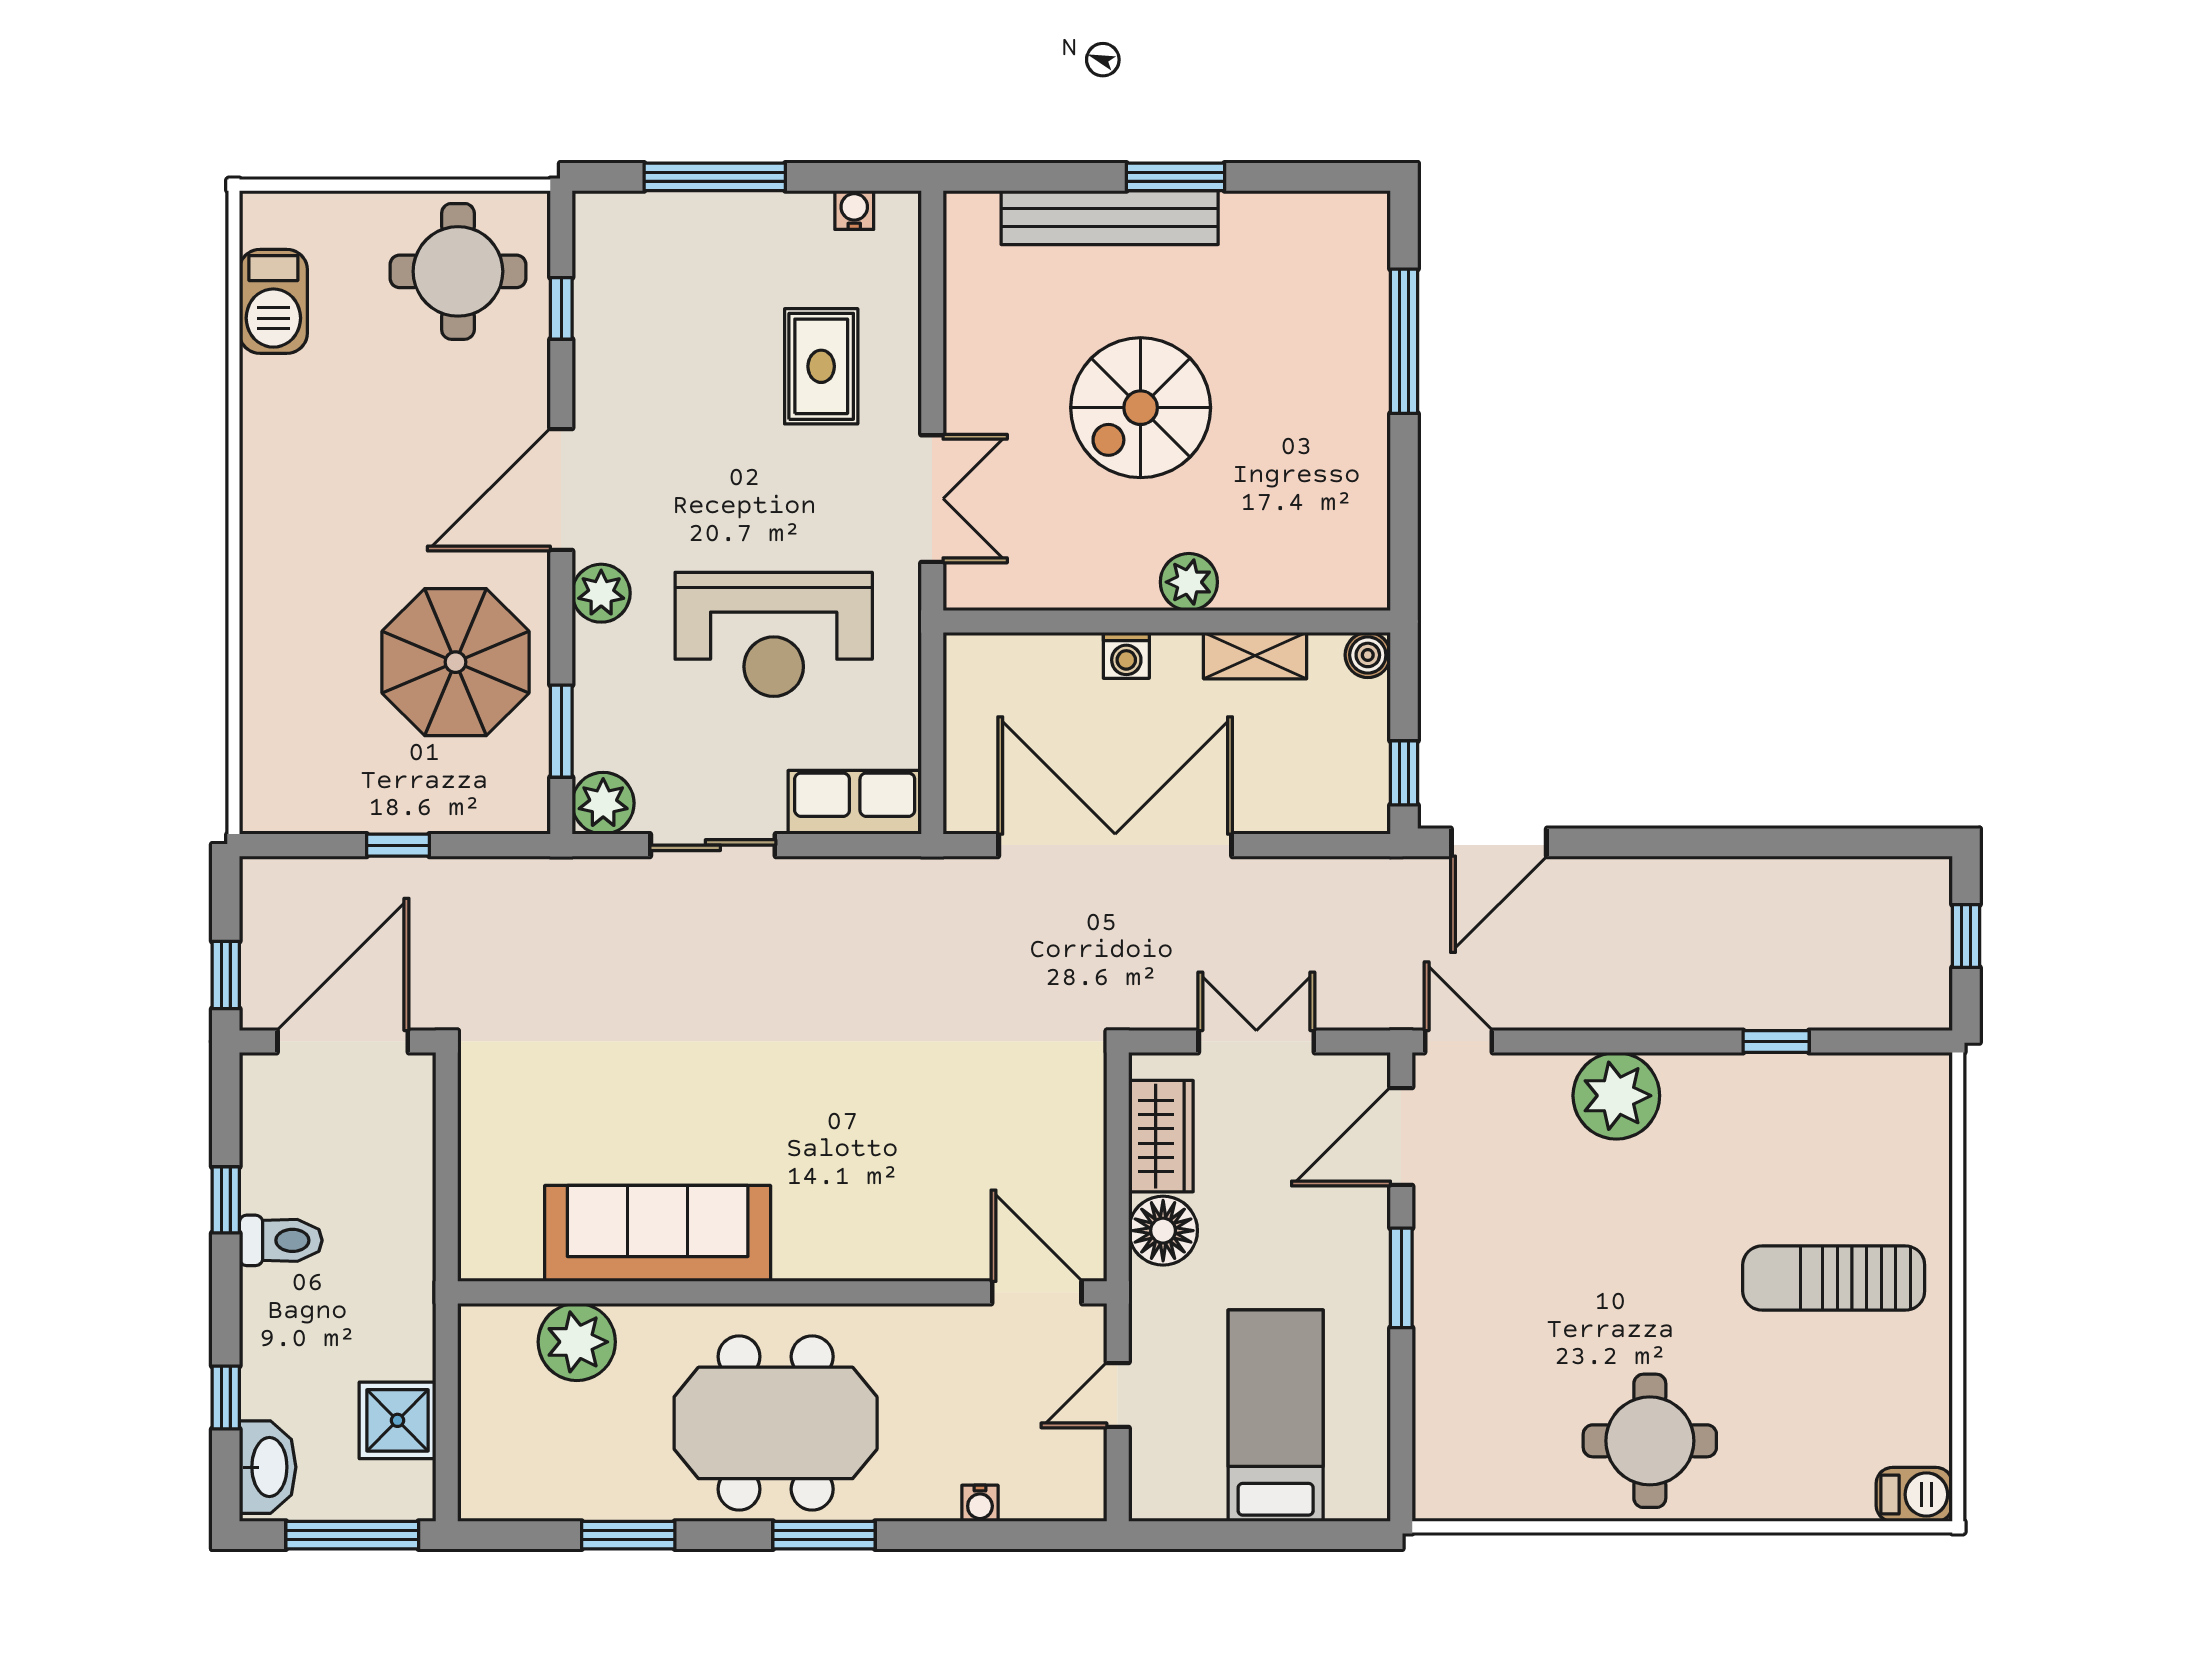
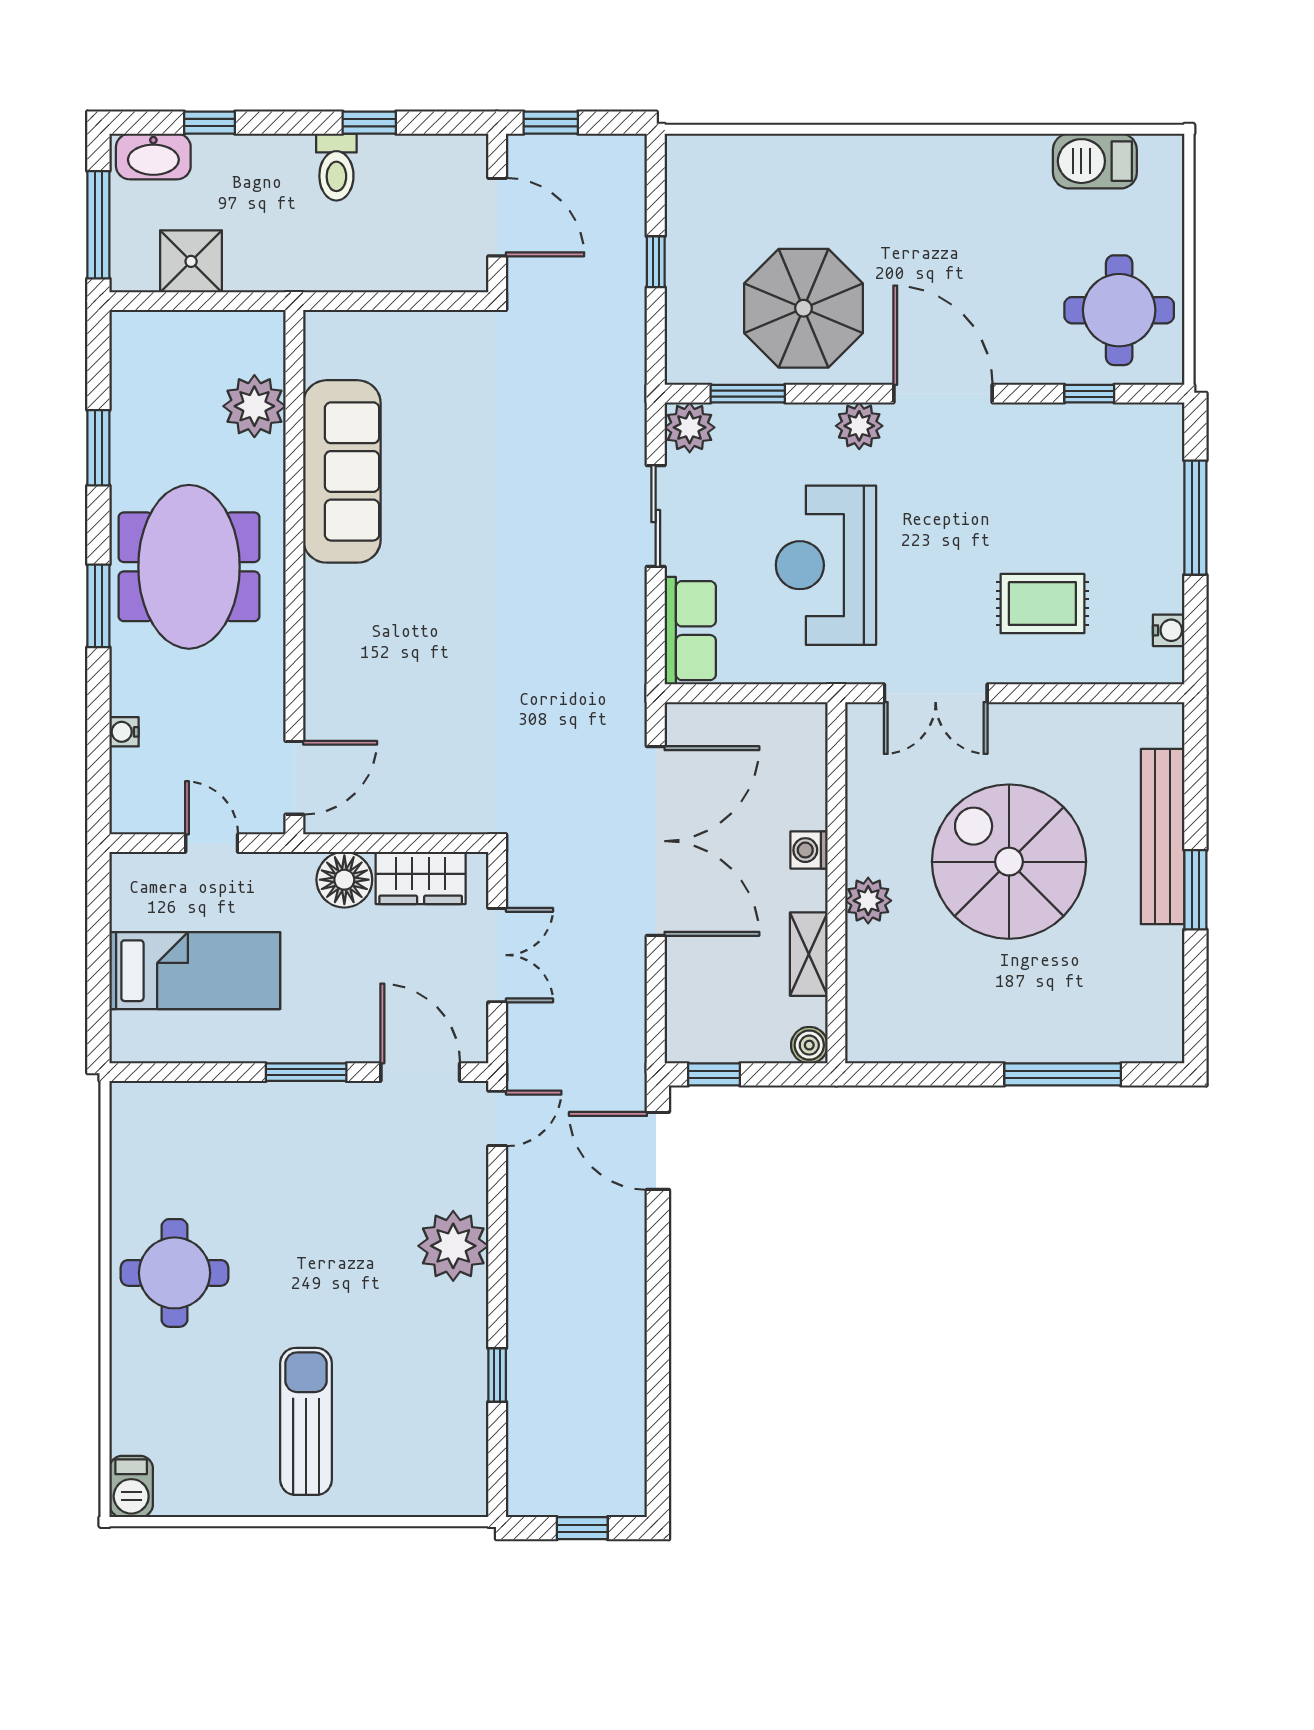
spiral stairs: (1141, 408) -> (1009, 862), width x1.37, depth x1.37
door: (343, 1041) -> (497, 217), width x0.73

